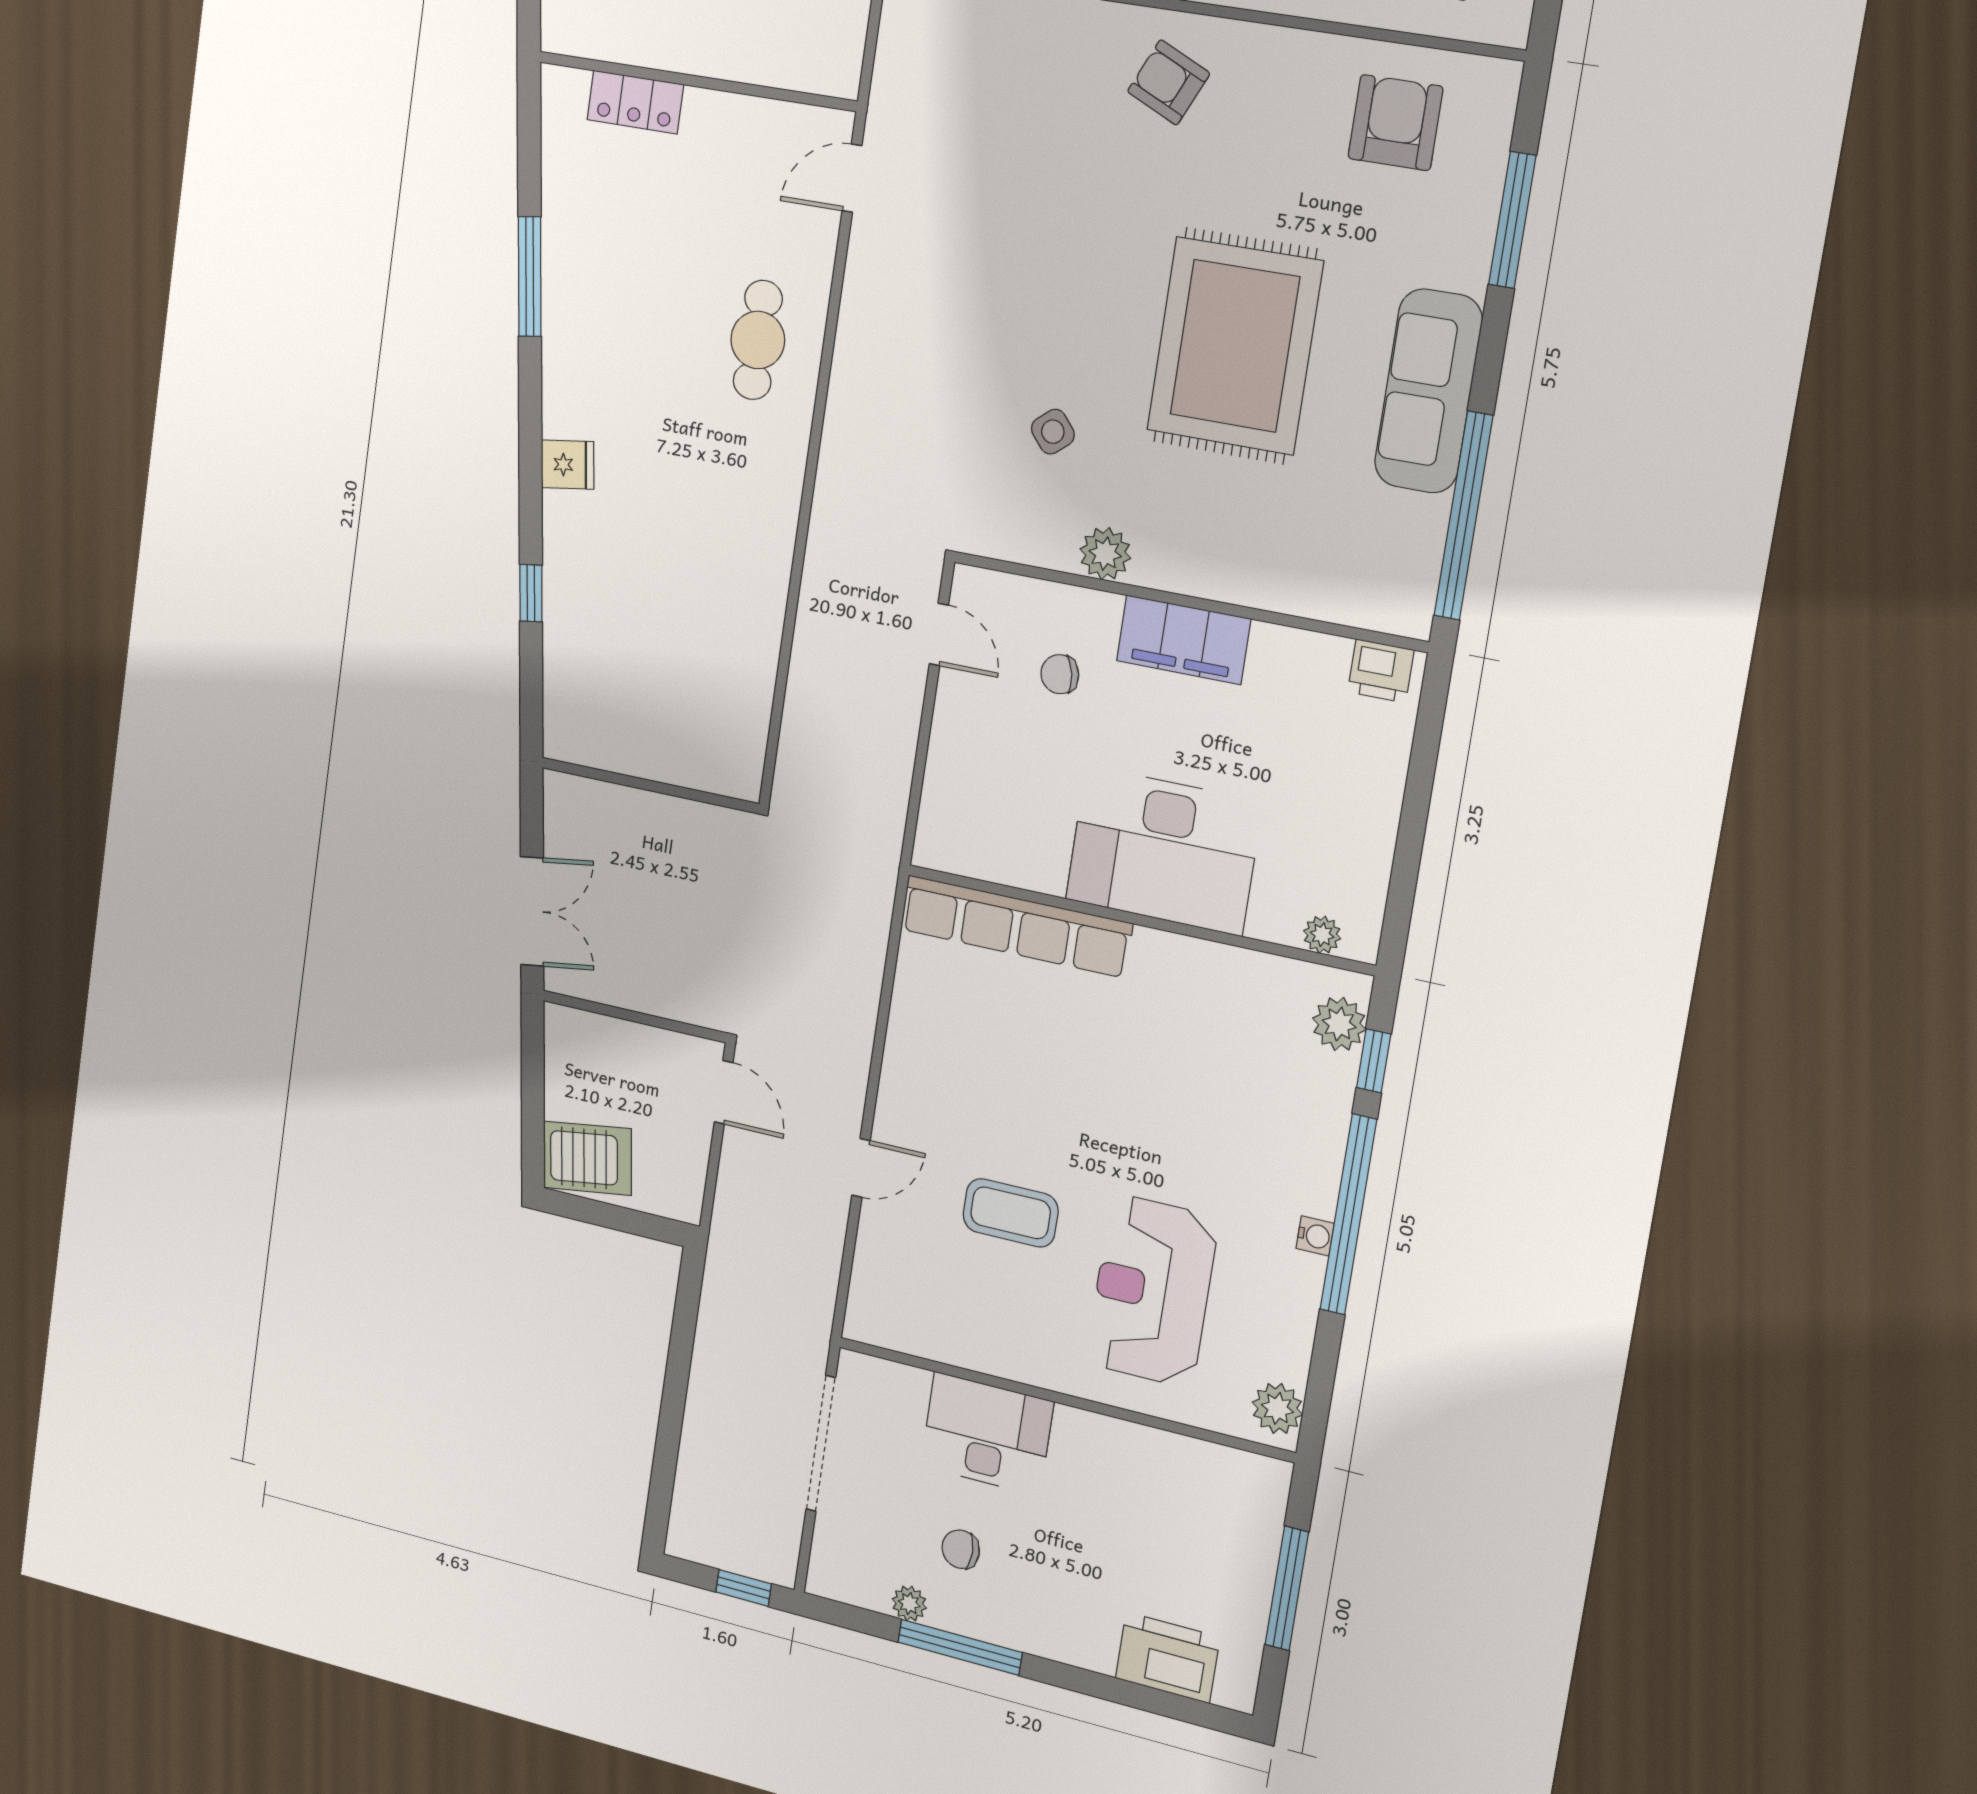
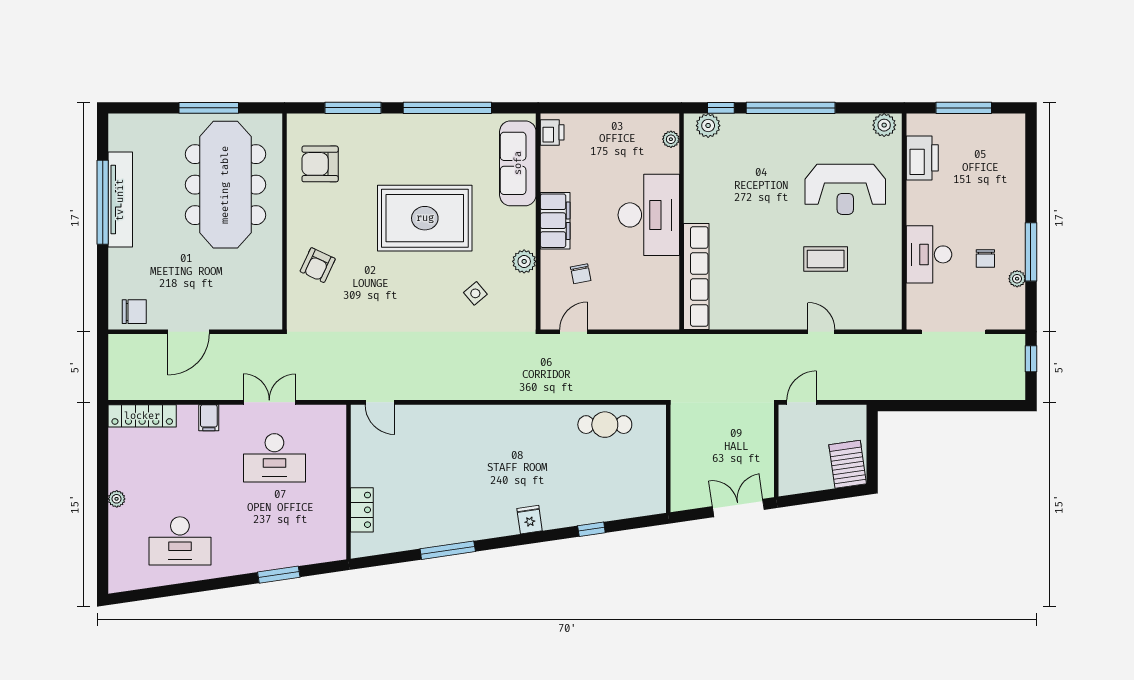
cafe table: (758, 340) -> (605, 425), moved
sofa: (1428, 391) -> (518, 163), moved, turned 90
window: (1464, 516) -> (447, 108), moved
coffee table: (1011, 1213) -> (826, 259), turned 90
water cooler: (1315, 1236) -> (803, 121), removed
printer: (1168, 1658) -> (922, 158), moved, turned 180

